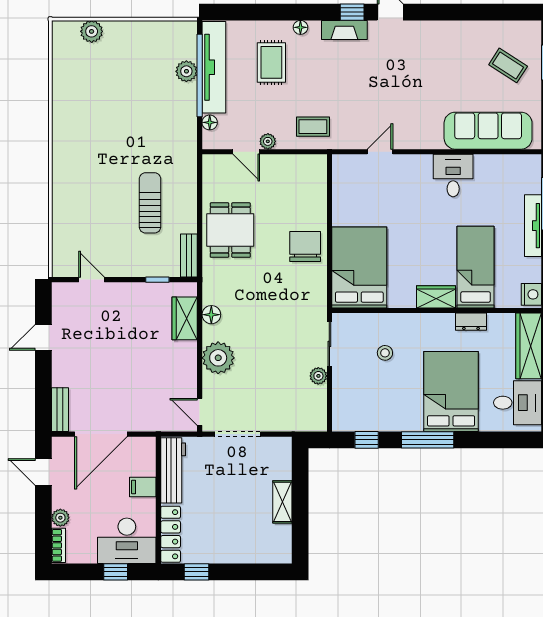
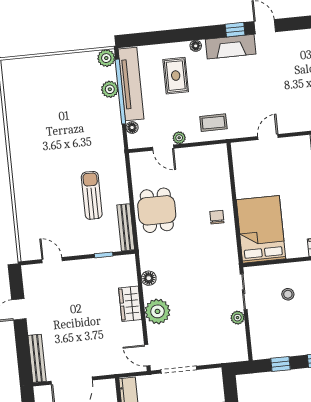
fireplace: (344, 30) -> (231, 47), width x1.37, depth x1.32
plant: (92, 31) -> (106, 58), moved
chair: (305, 246) -> (217, 217), width x0.54, depth x0.54
bench: (189, 255) -> (126, 227), width x1.36
wardrobe: (185, 318) -> (130, 304), moved
bench: (60, 410) -> (37, 358), width x1.36

